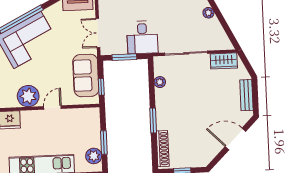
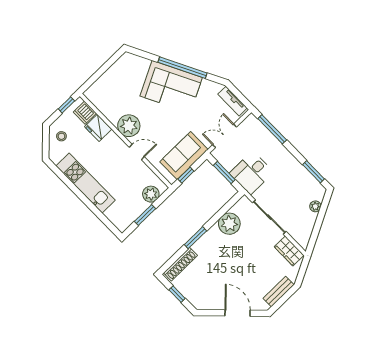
plant: (160, 82) -> (229, 224), width x1.88, depth x1.88
plant: (94, 156) -> (151, 194), moved

